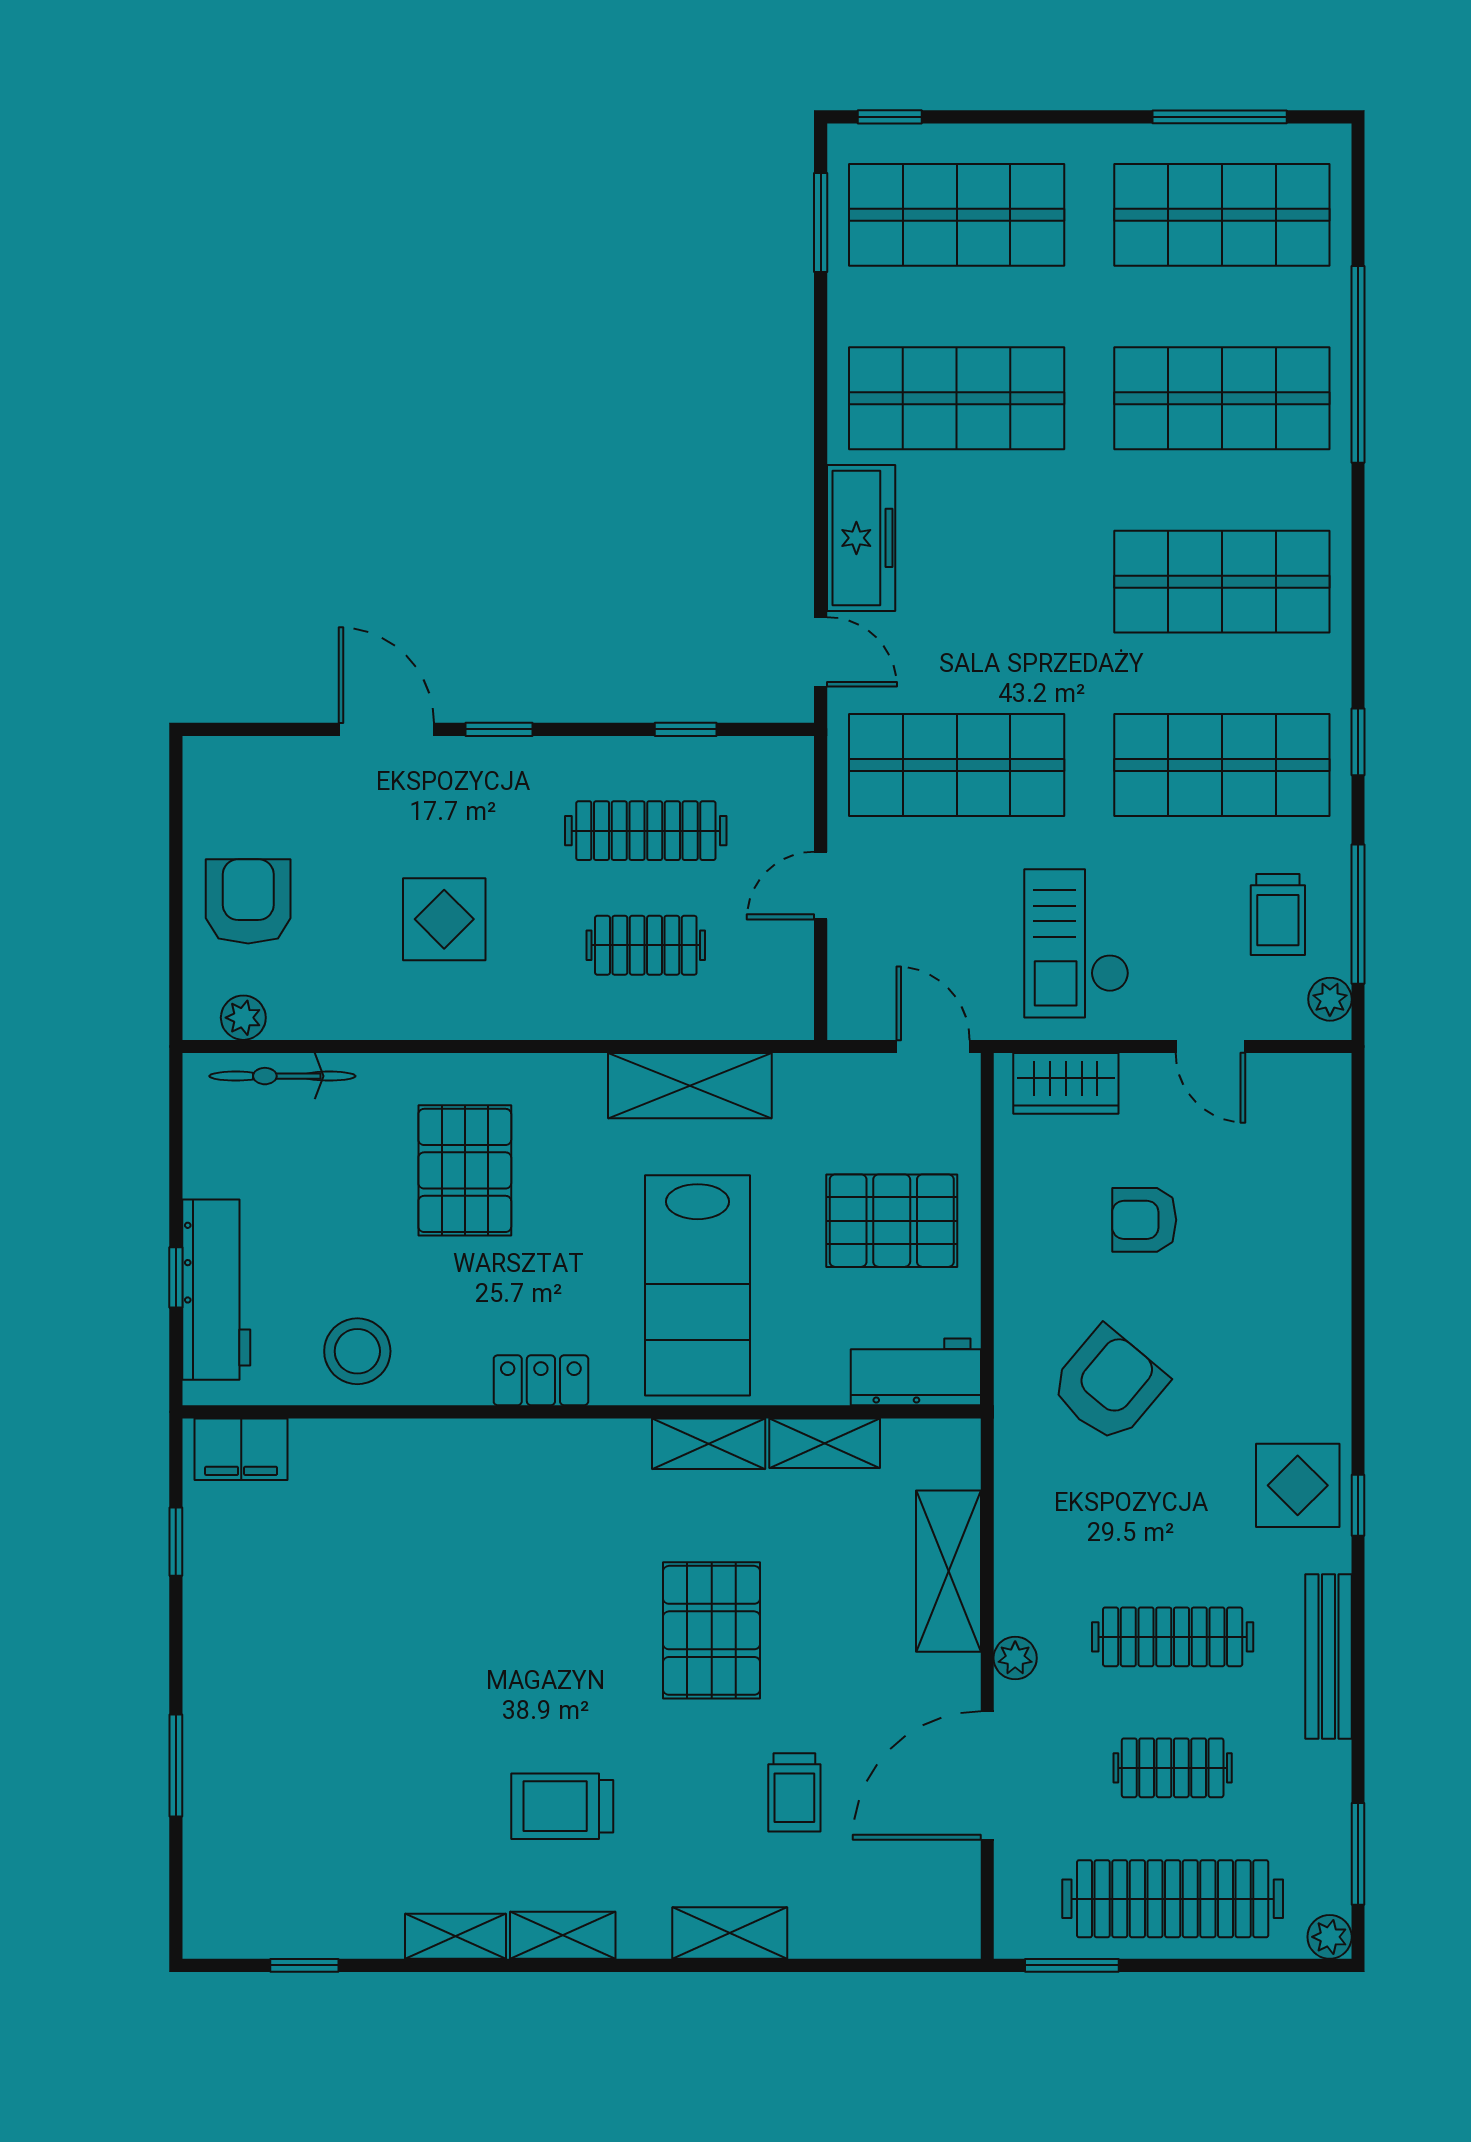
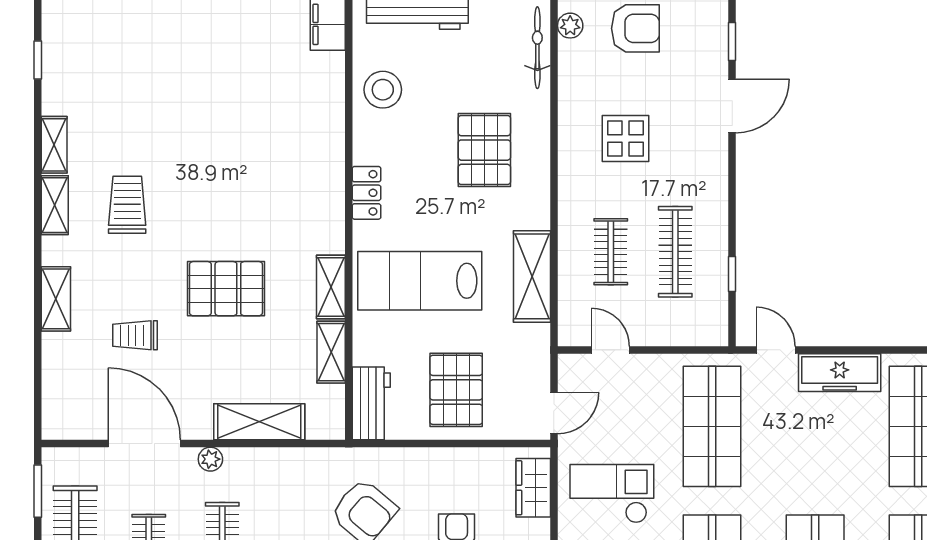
door: (821, 652) -> (776, 350), swing flipped
window: (499, 729) -> (732, 42), moved
door: (821, 886) -> (610, 350), moved
pallet: (465, 1170) -> (484, 150), turned 90

